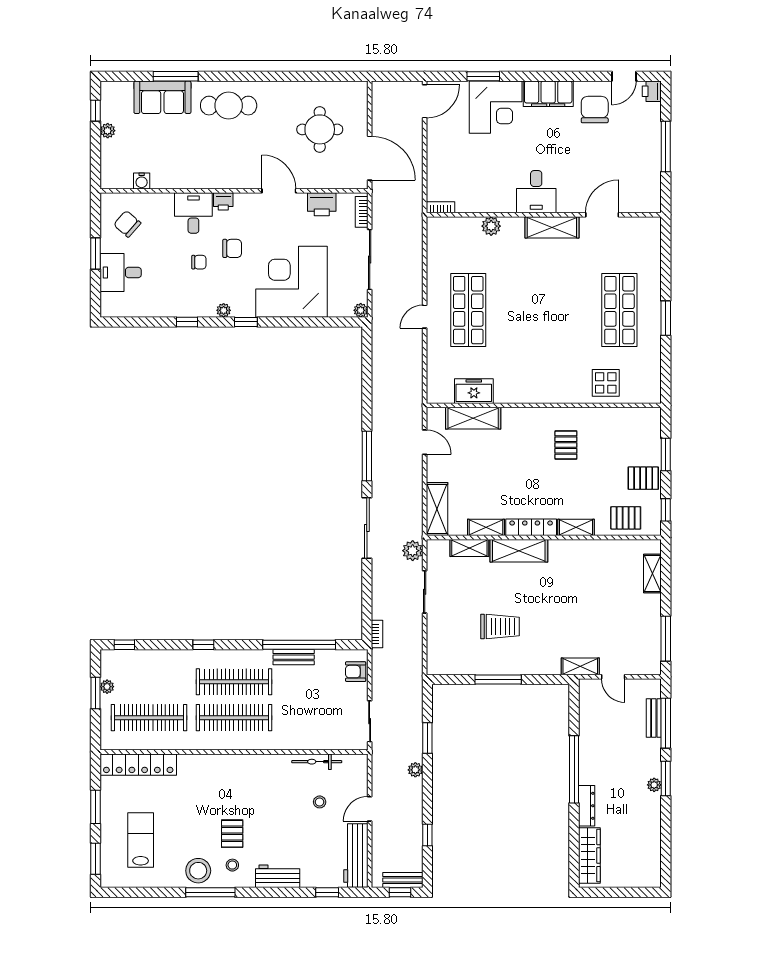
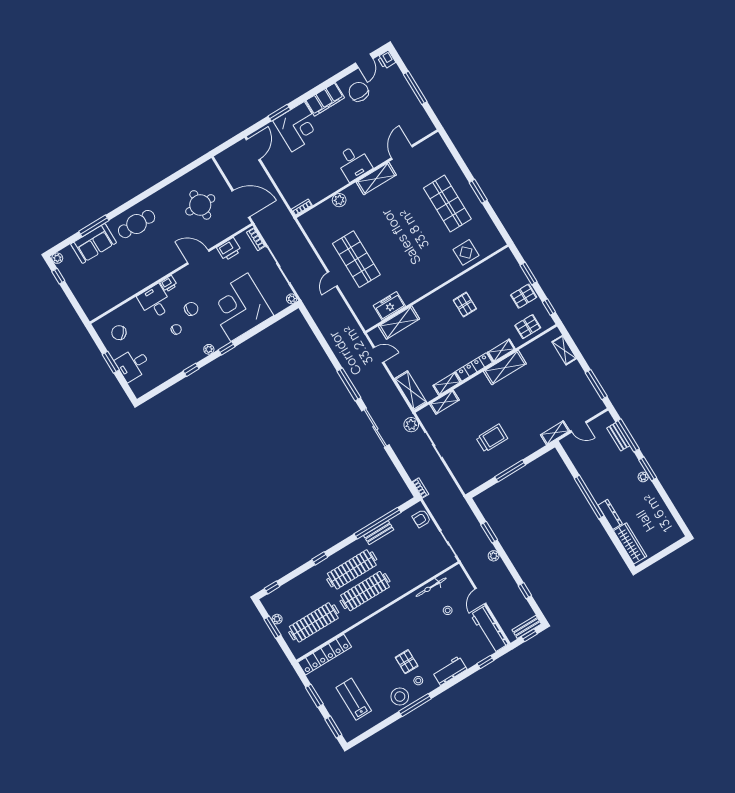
plant: (108, 131) -> (57, 258), moved
water cooler: (142, 181) -> (112, 302), removed
shelving: (519, 551) -> (505, 368), moved

